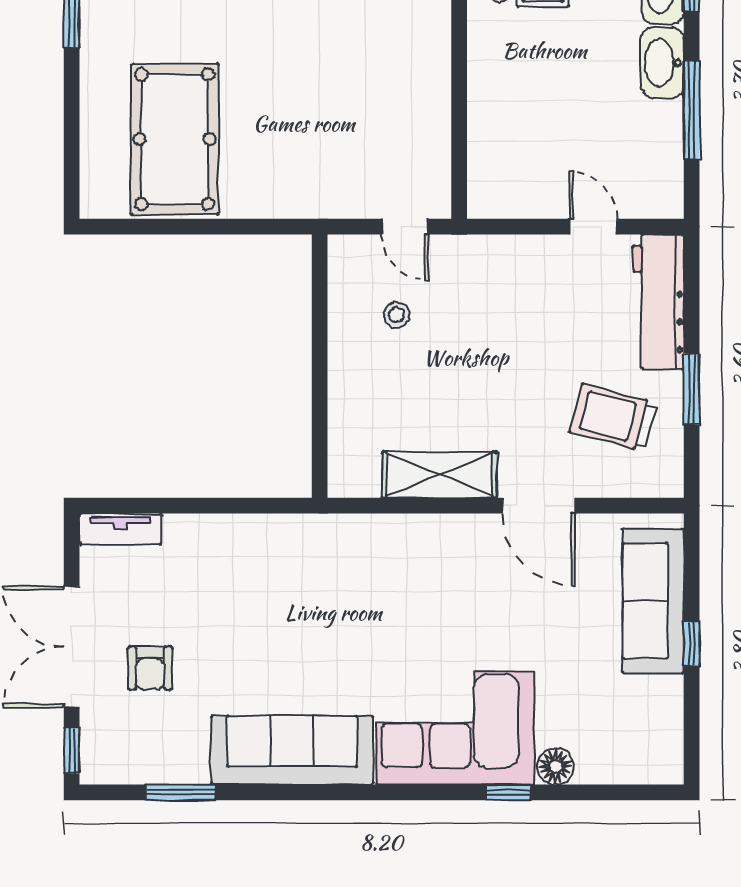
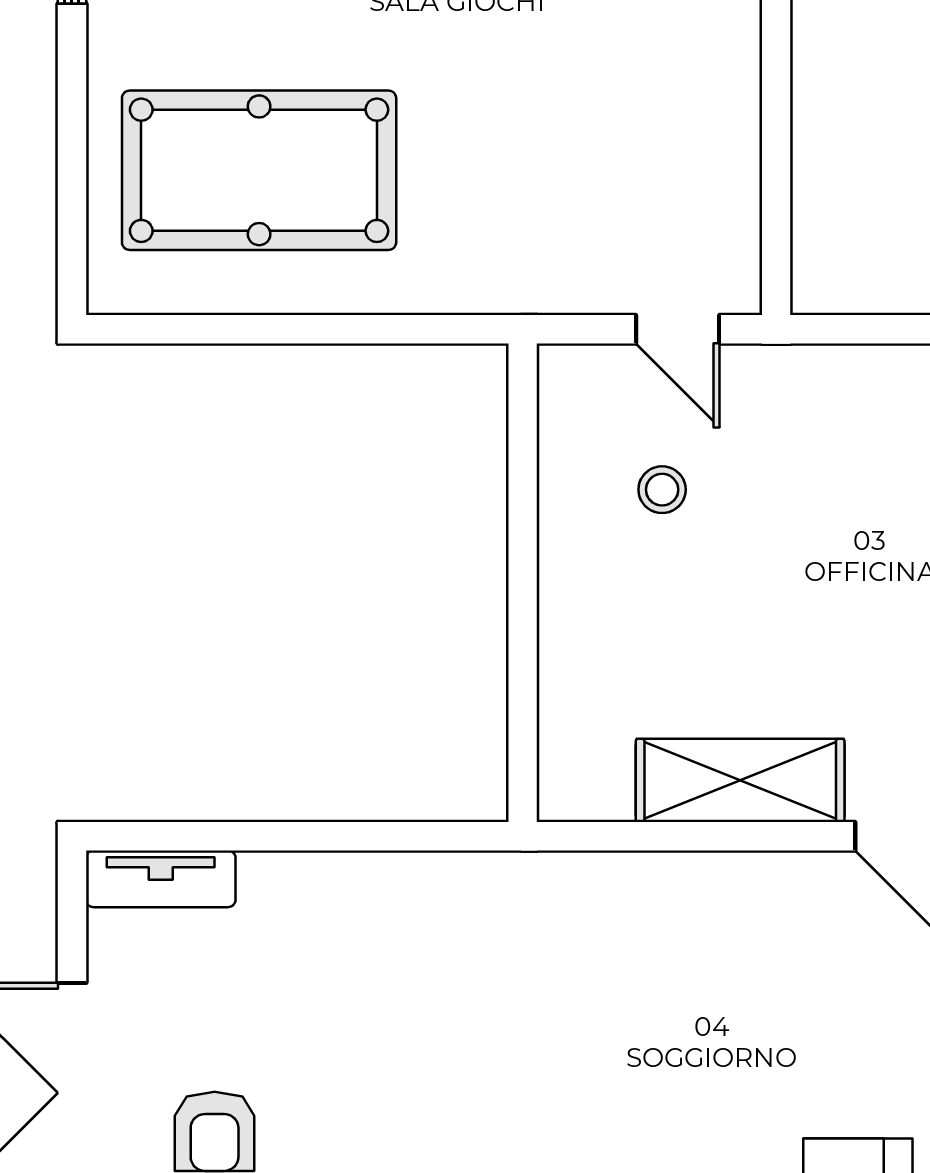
pool table: (175, 139) -> (259, 170), turned 90

